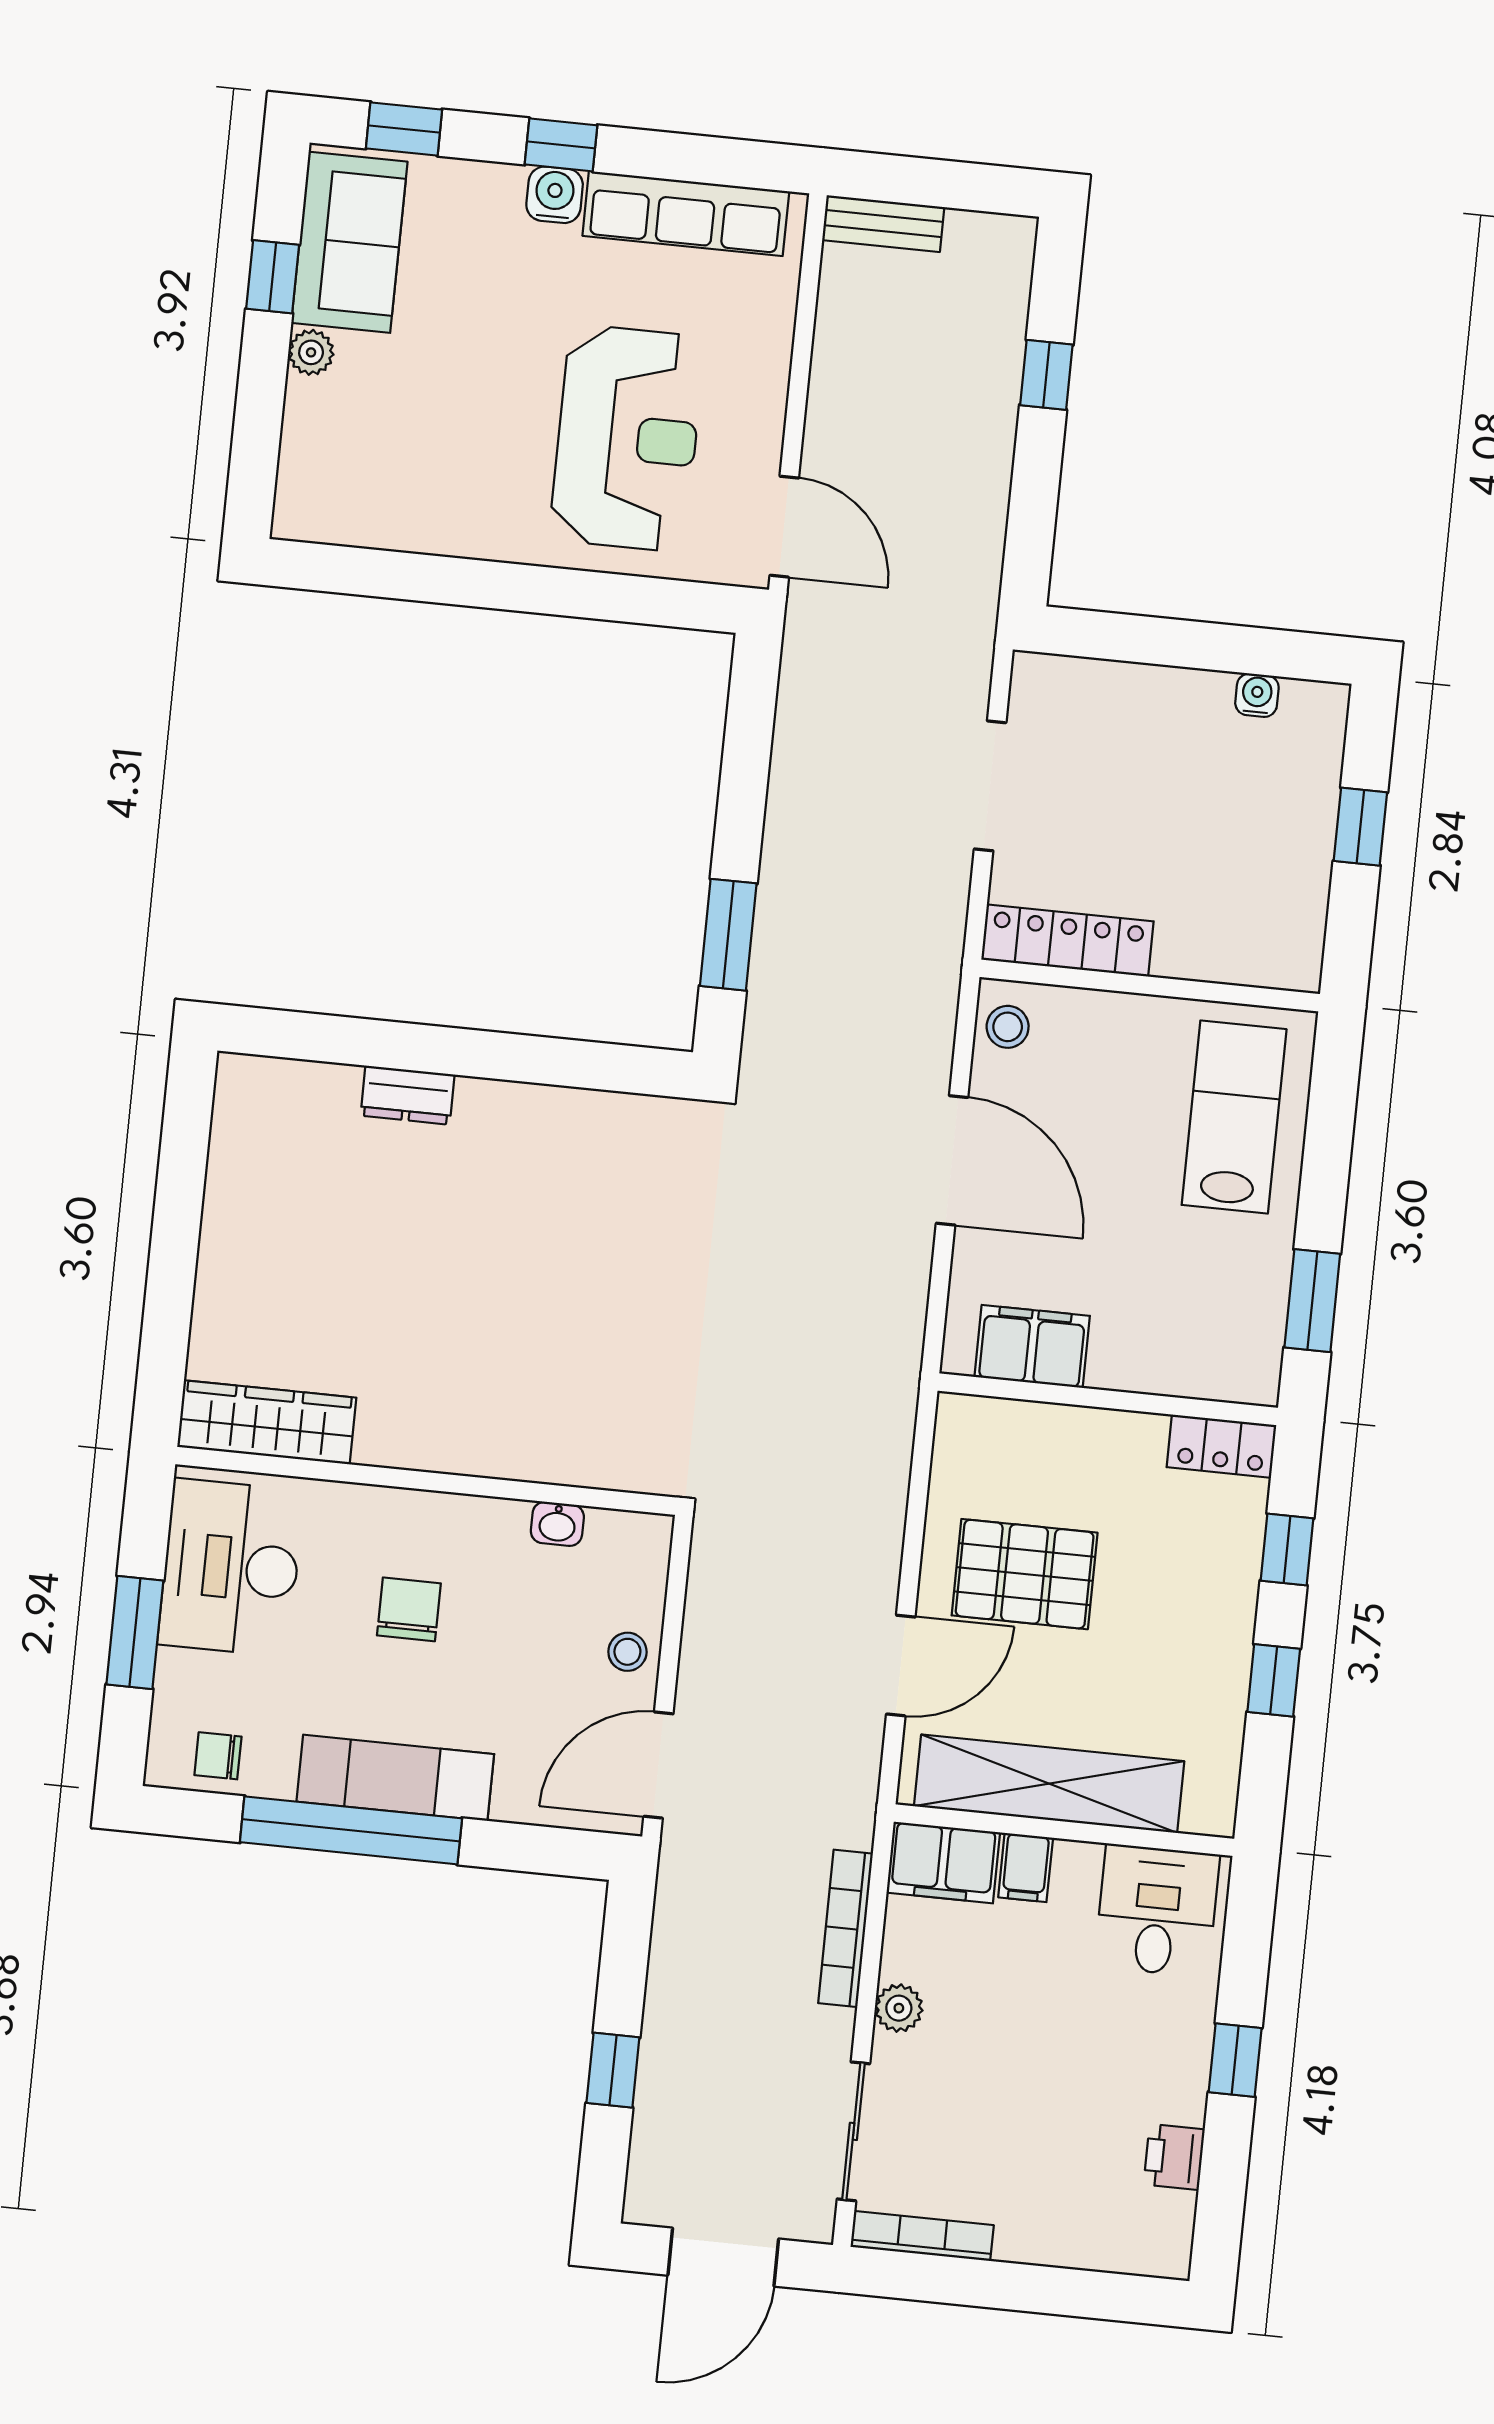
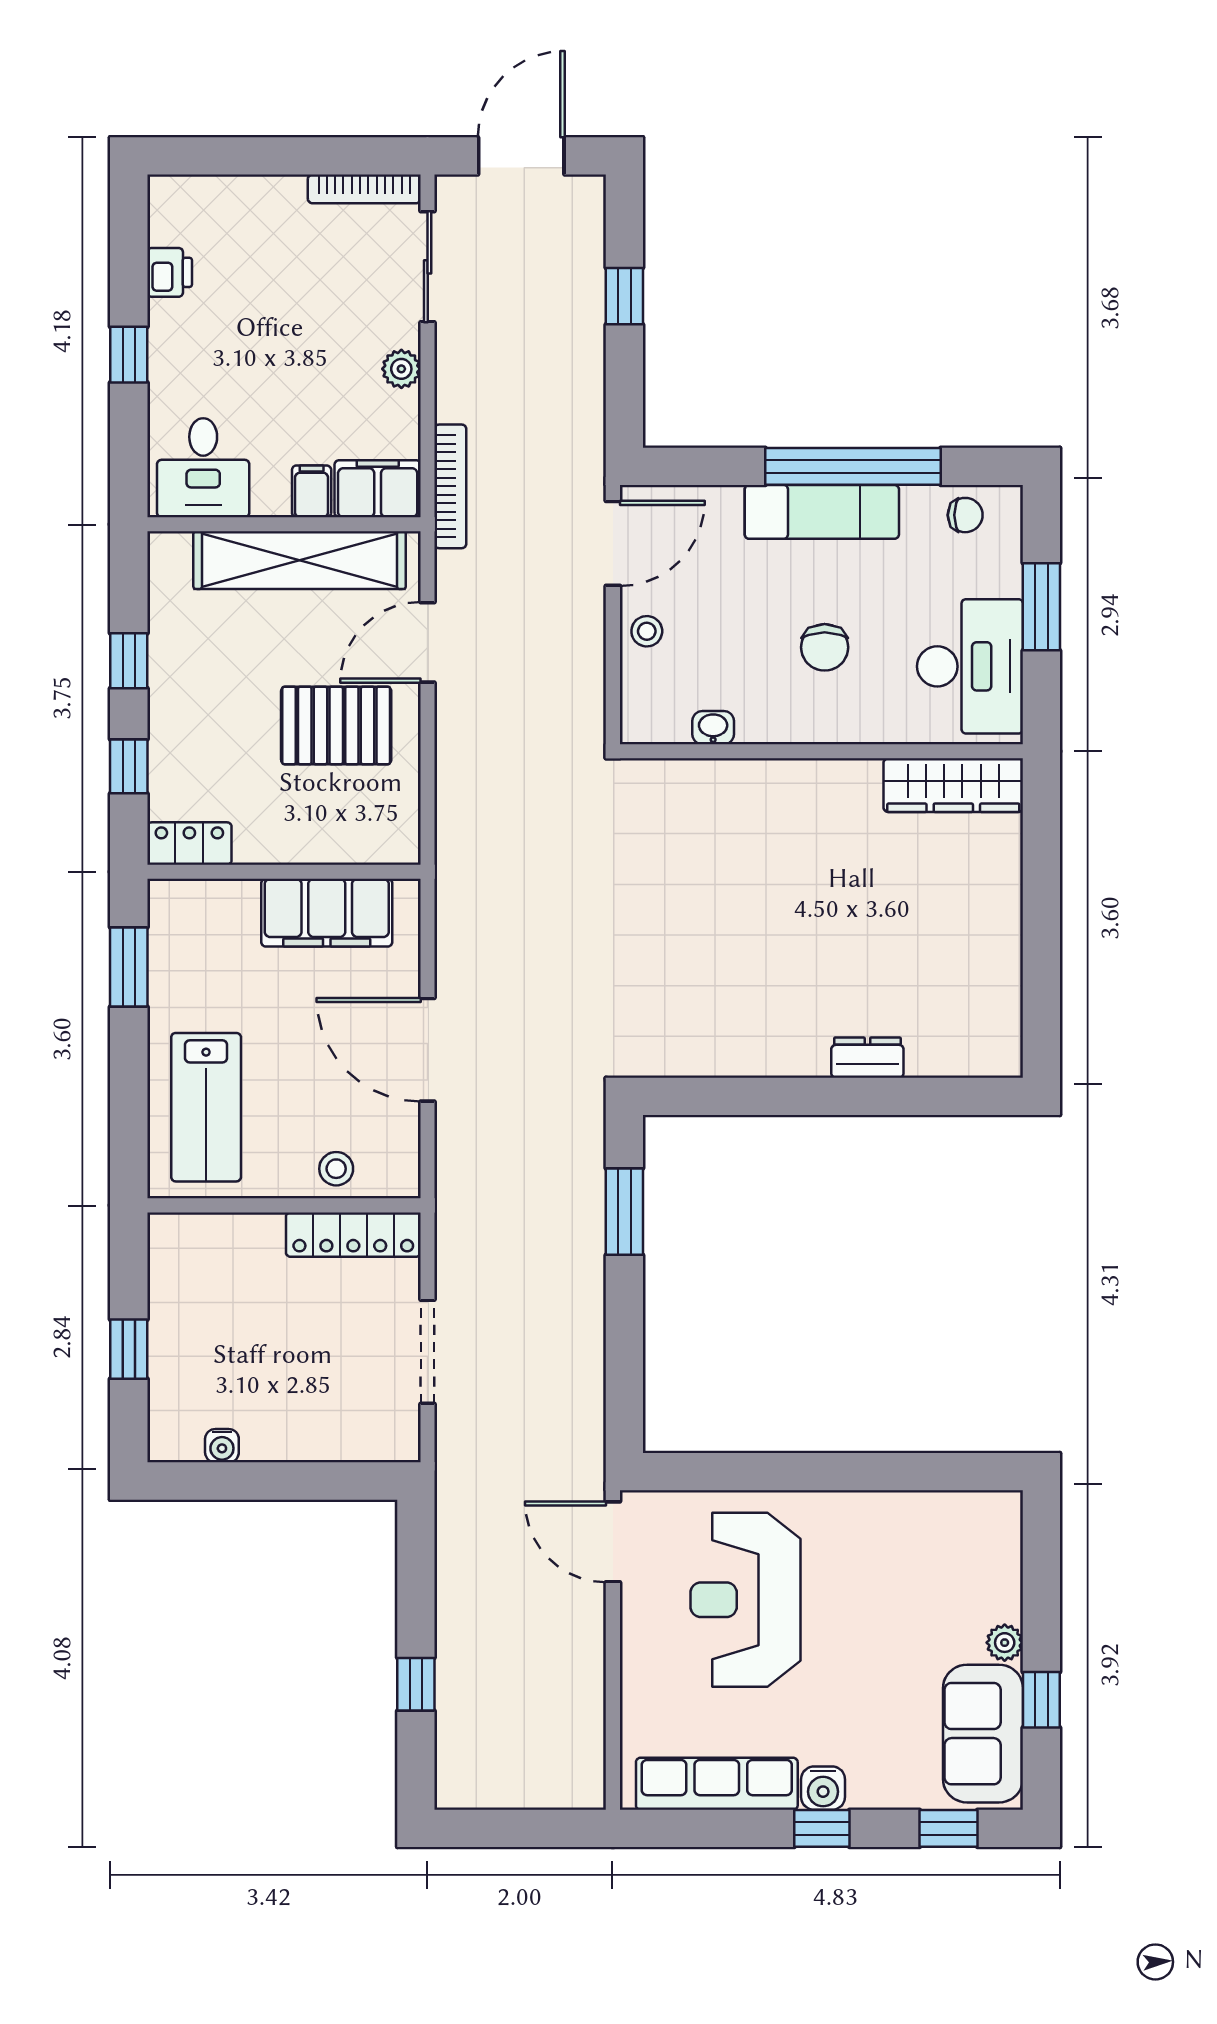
bench: (883, 224) -> (558, 1792), removed
stool: (1008, 1027) -> (336, 1169), moved
filing cabinet: (1032, 1346) -> (327, 913), width x1.50, depth x1.17
bookcase: (846, 1928) -> (450, 486), moved

